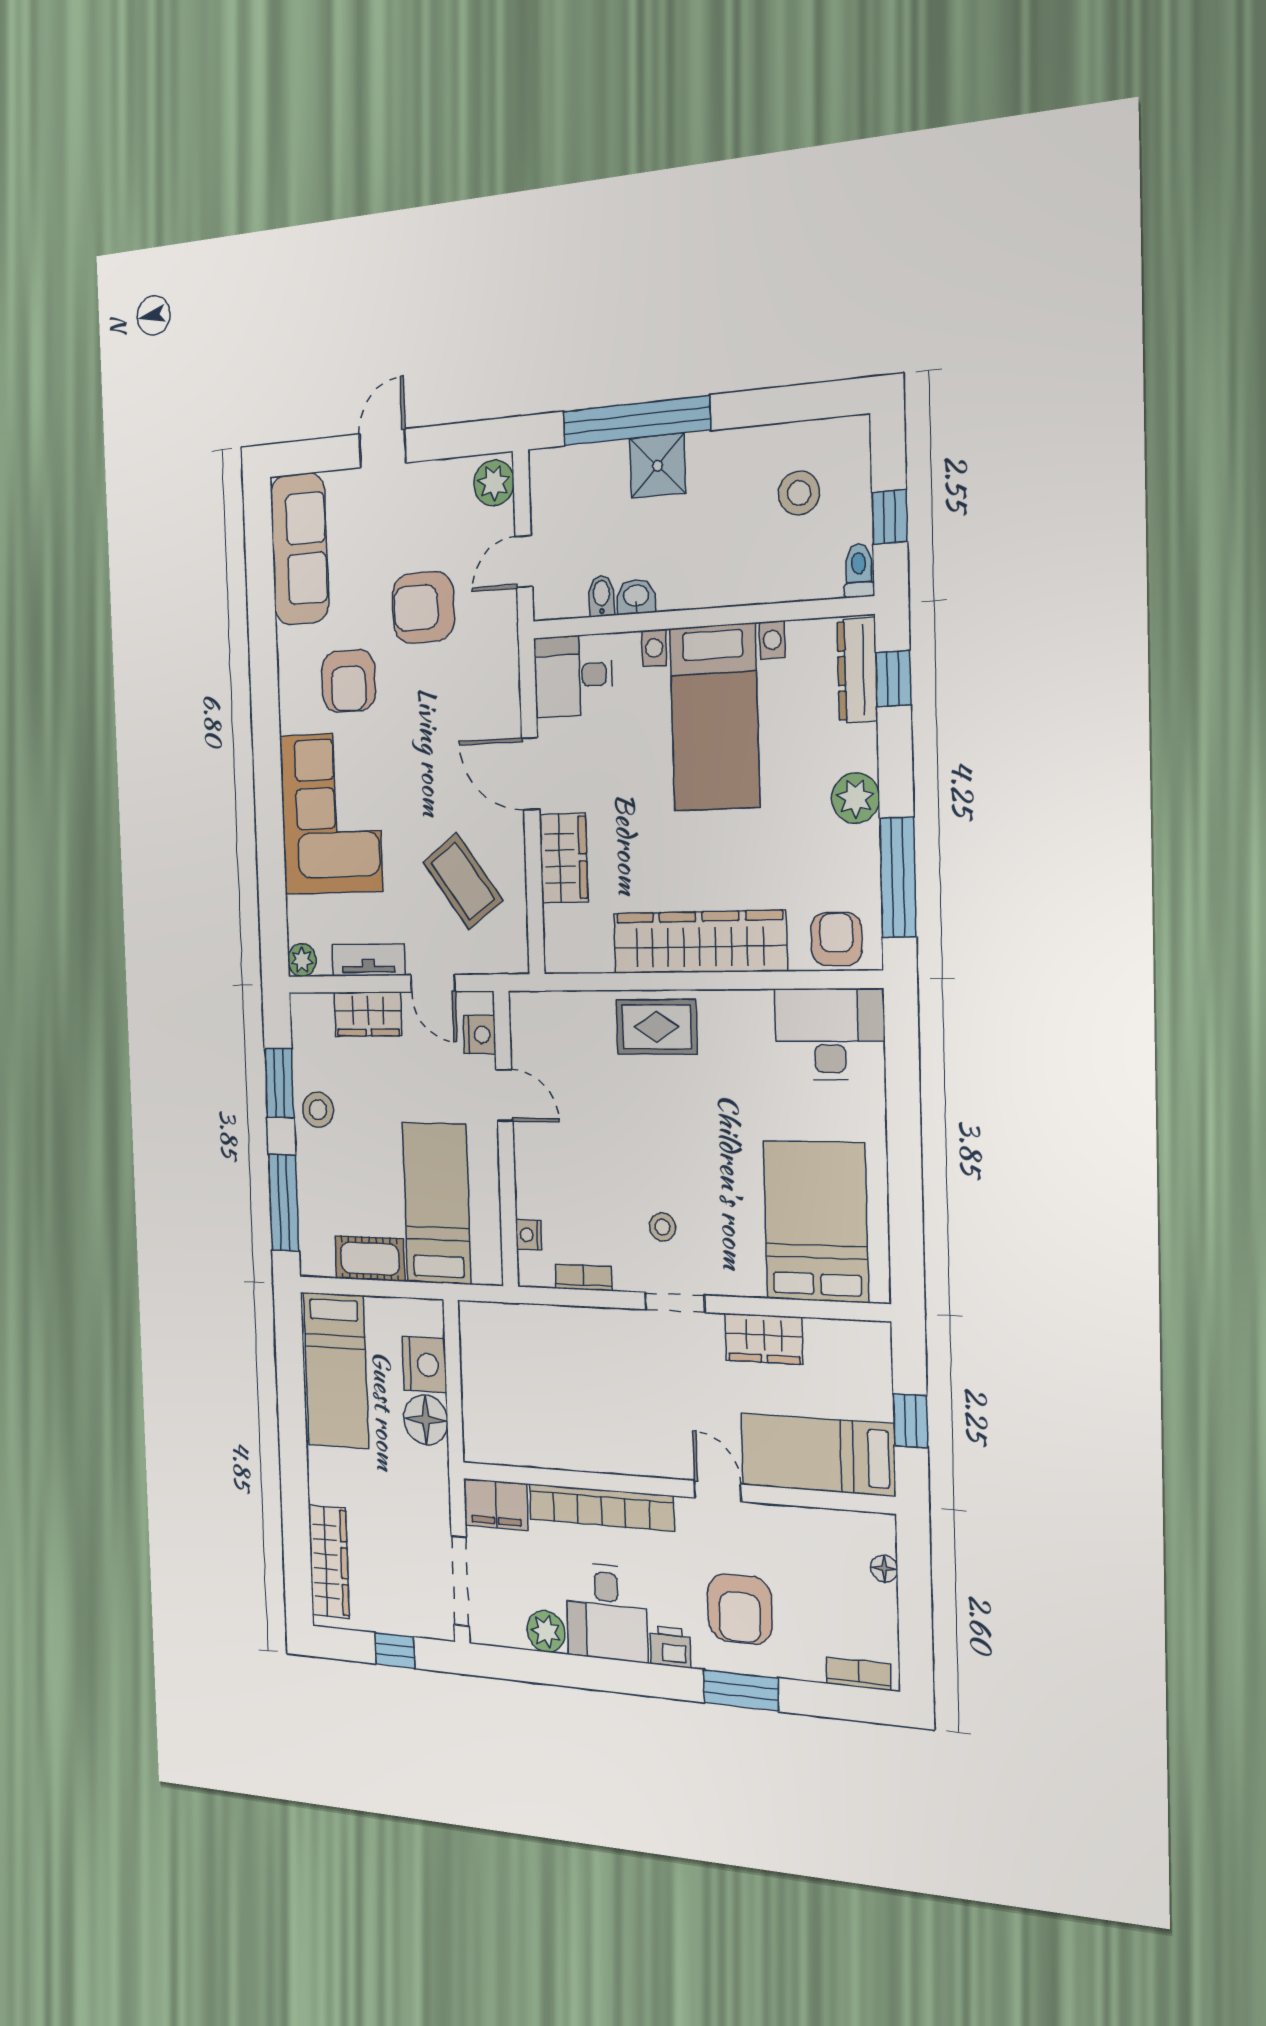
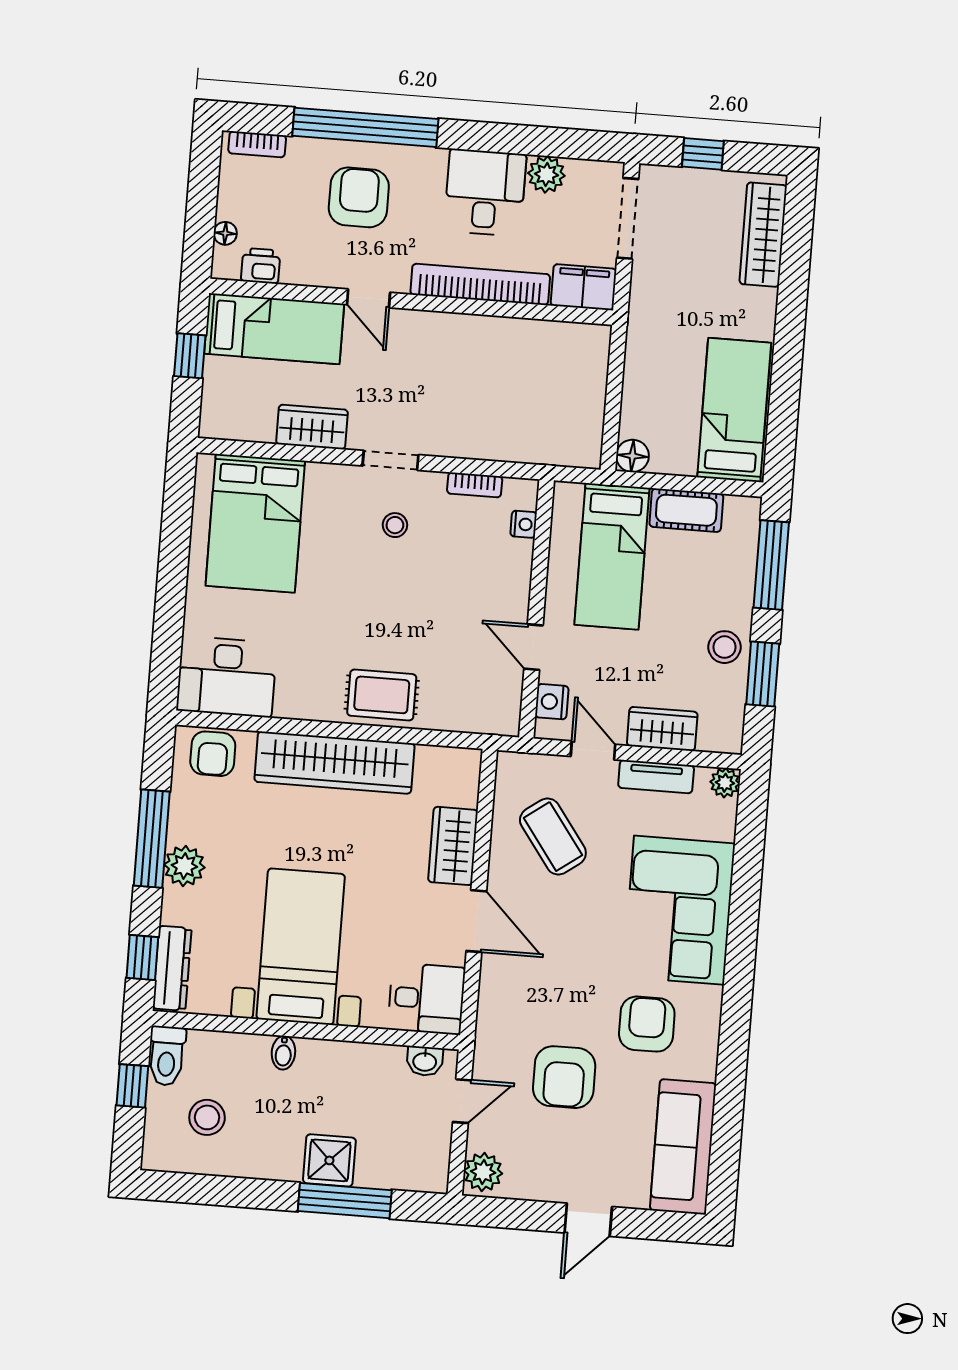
window: (636, 421) -> (345, 1201), width x0.68
toilet: (859, 571) -> (167, 1056), width x1.37, depth x1.39
bidet: (601, 596) -> (283, 1053), moved
washbasin: (636, 597) -> (425, 1061), moved
armchair: (423, 607) -> (564, 1077), turned 90
window: (898, 877) -> (152, 839), moved
nightstand: (425, 1365) -> (641, 413), removed
floor lamp: (426, 1420) -> (632, 456), moved, width x0.73, depth x0.73
printer: (670, 1647) -> (261, 266), moved, turned 180
window: (741, 1690) -> (365, 127), width x2.11

